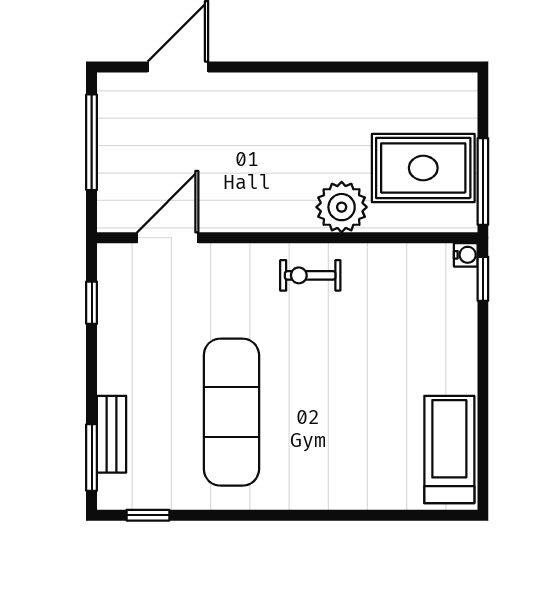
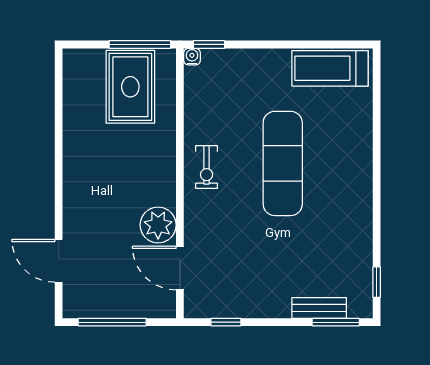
plant: (342, 207) -> (158, 225), moved
exercise mat: (231, 412) -> (283, 163), moved, turned 90

